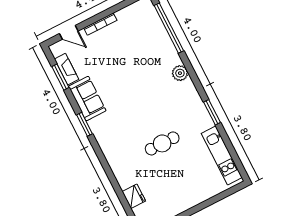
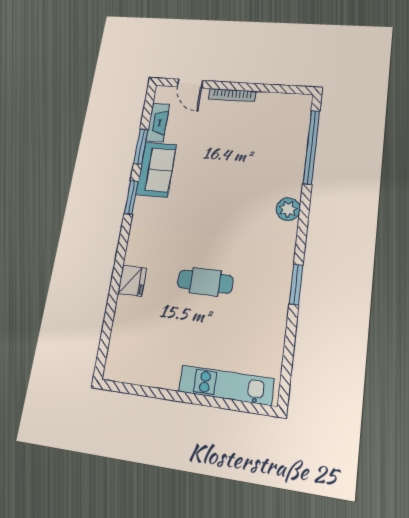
window: (60, 77) -> (141, 147), moved
kitchen unit: (222, 156) -> (226, 385), moved, turned 90
fridge: (134, 196) -> (132, 281), moved

